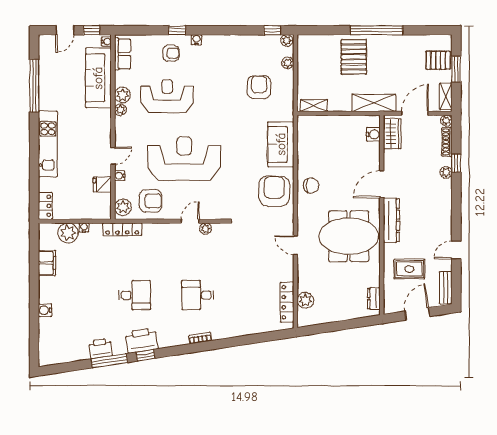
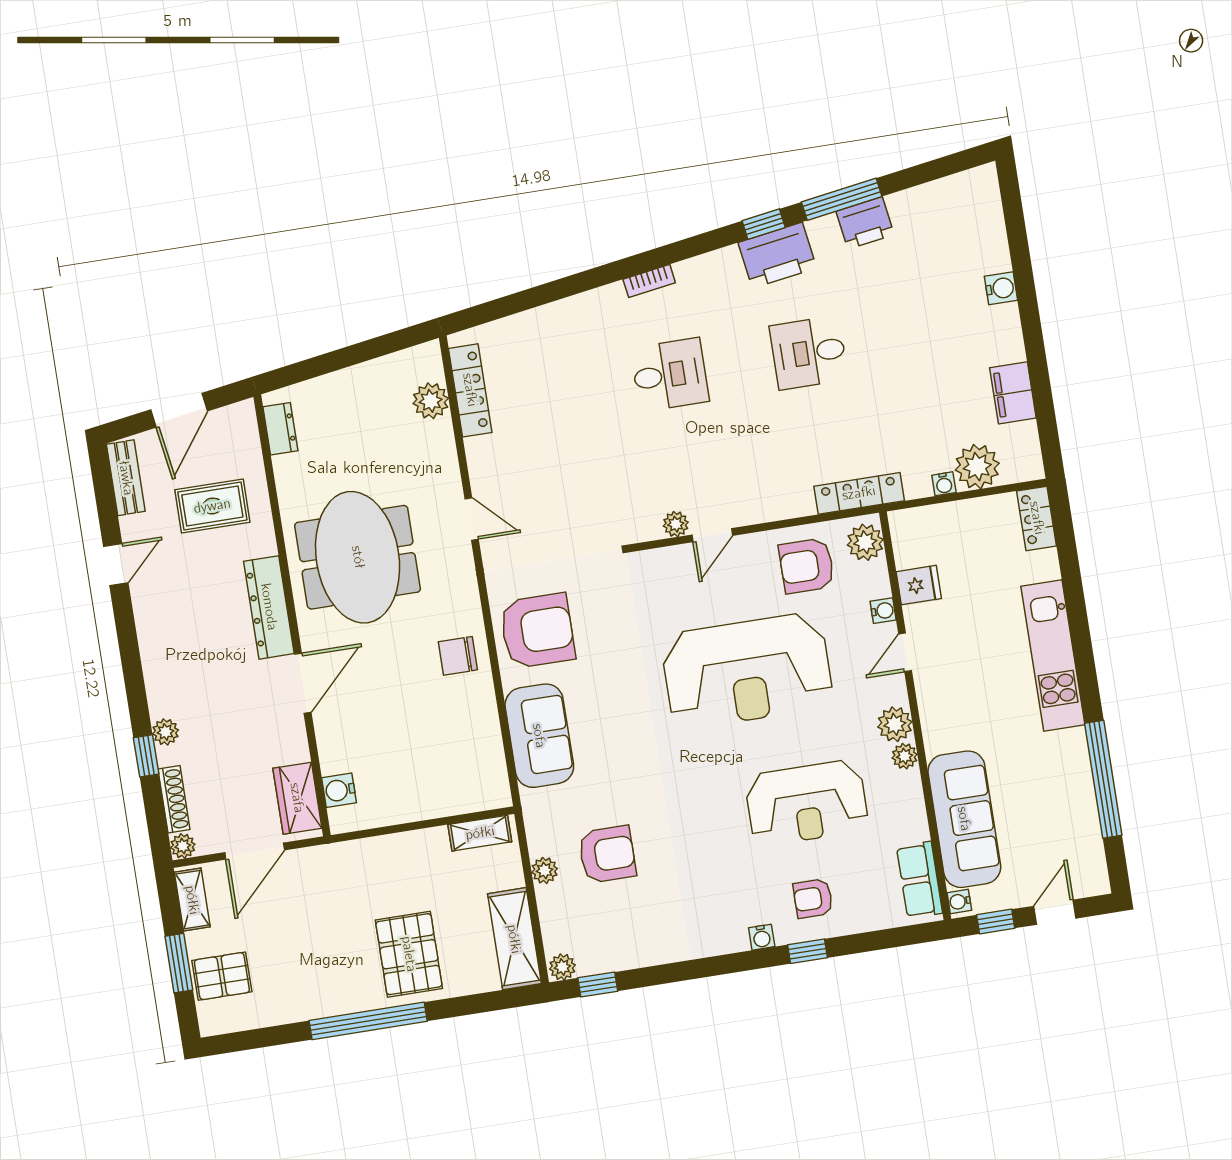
plant: (288, 63) -> (545, 870), moved
armchair: (259, 87) -> (607, 854), turned -90
plant: (123, 95) -> (895, 724), moved
shelving: (374, 103) -> (514, 939), moved, turned 90
armchair: (274, 191) -> (537, 631), turned -90
meeting table: (349, 236) -> (358, 557), turned 90

